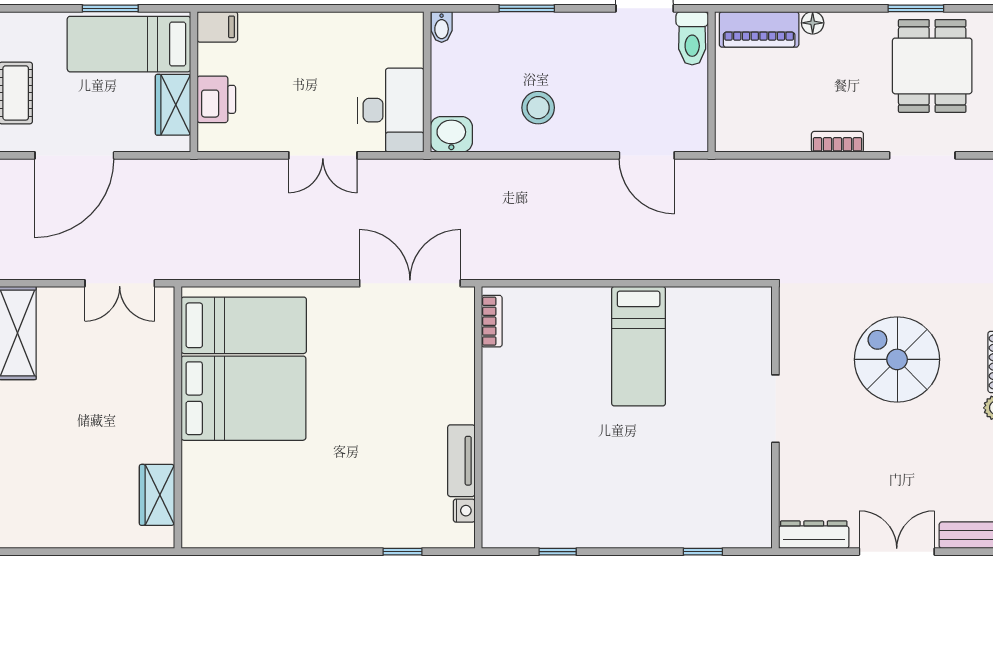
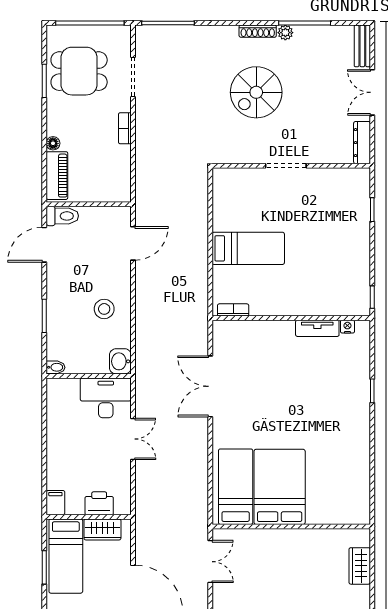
bookcase: (492, 321) -> (233, 310), moved
wall: (478, 417) -> (291, 318), moved
tv unit: (461, 461) -> (317, 328), moved
wardrobe: (157, 495) -> (360, 566), moved, turned 90
nightstand: (464, 511) -> (347, 327), moved

